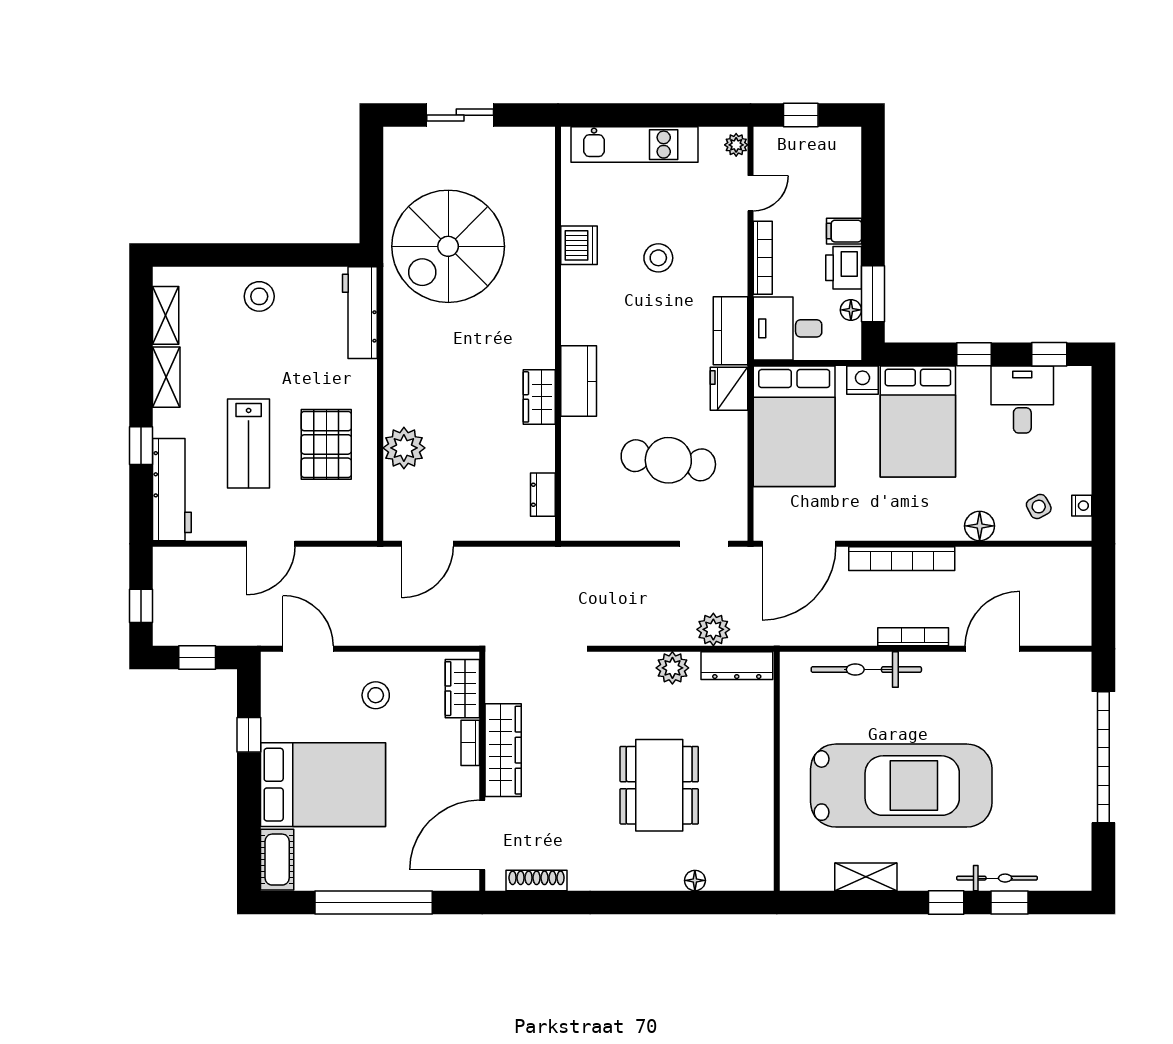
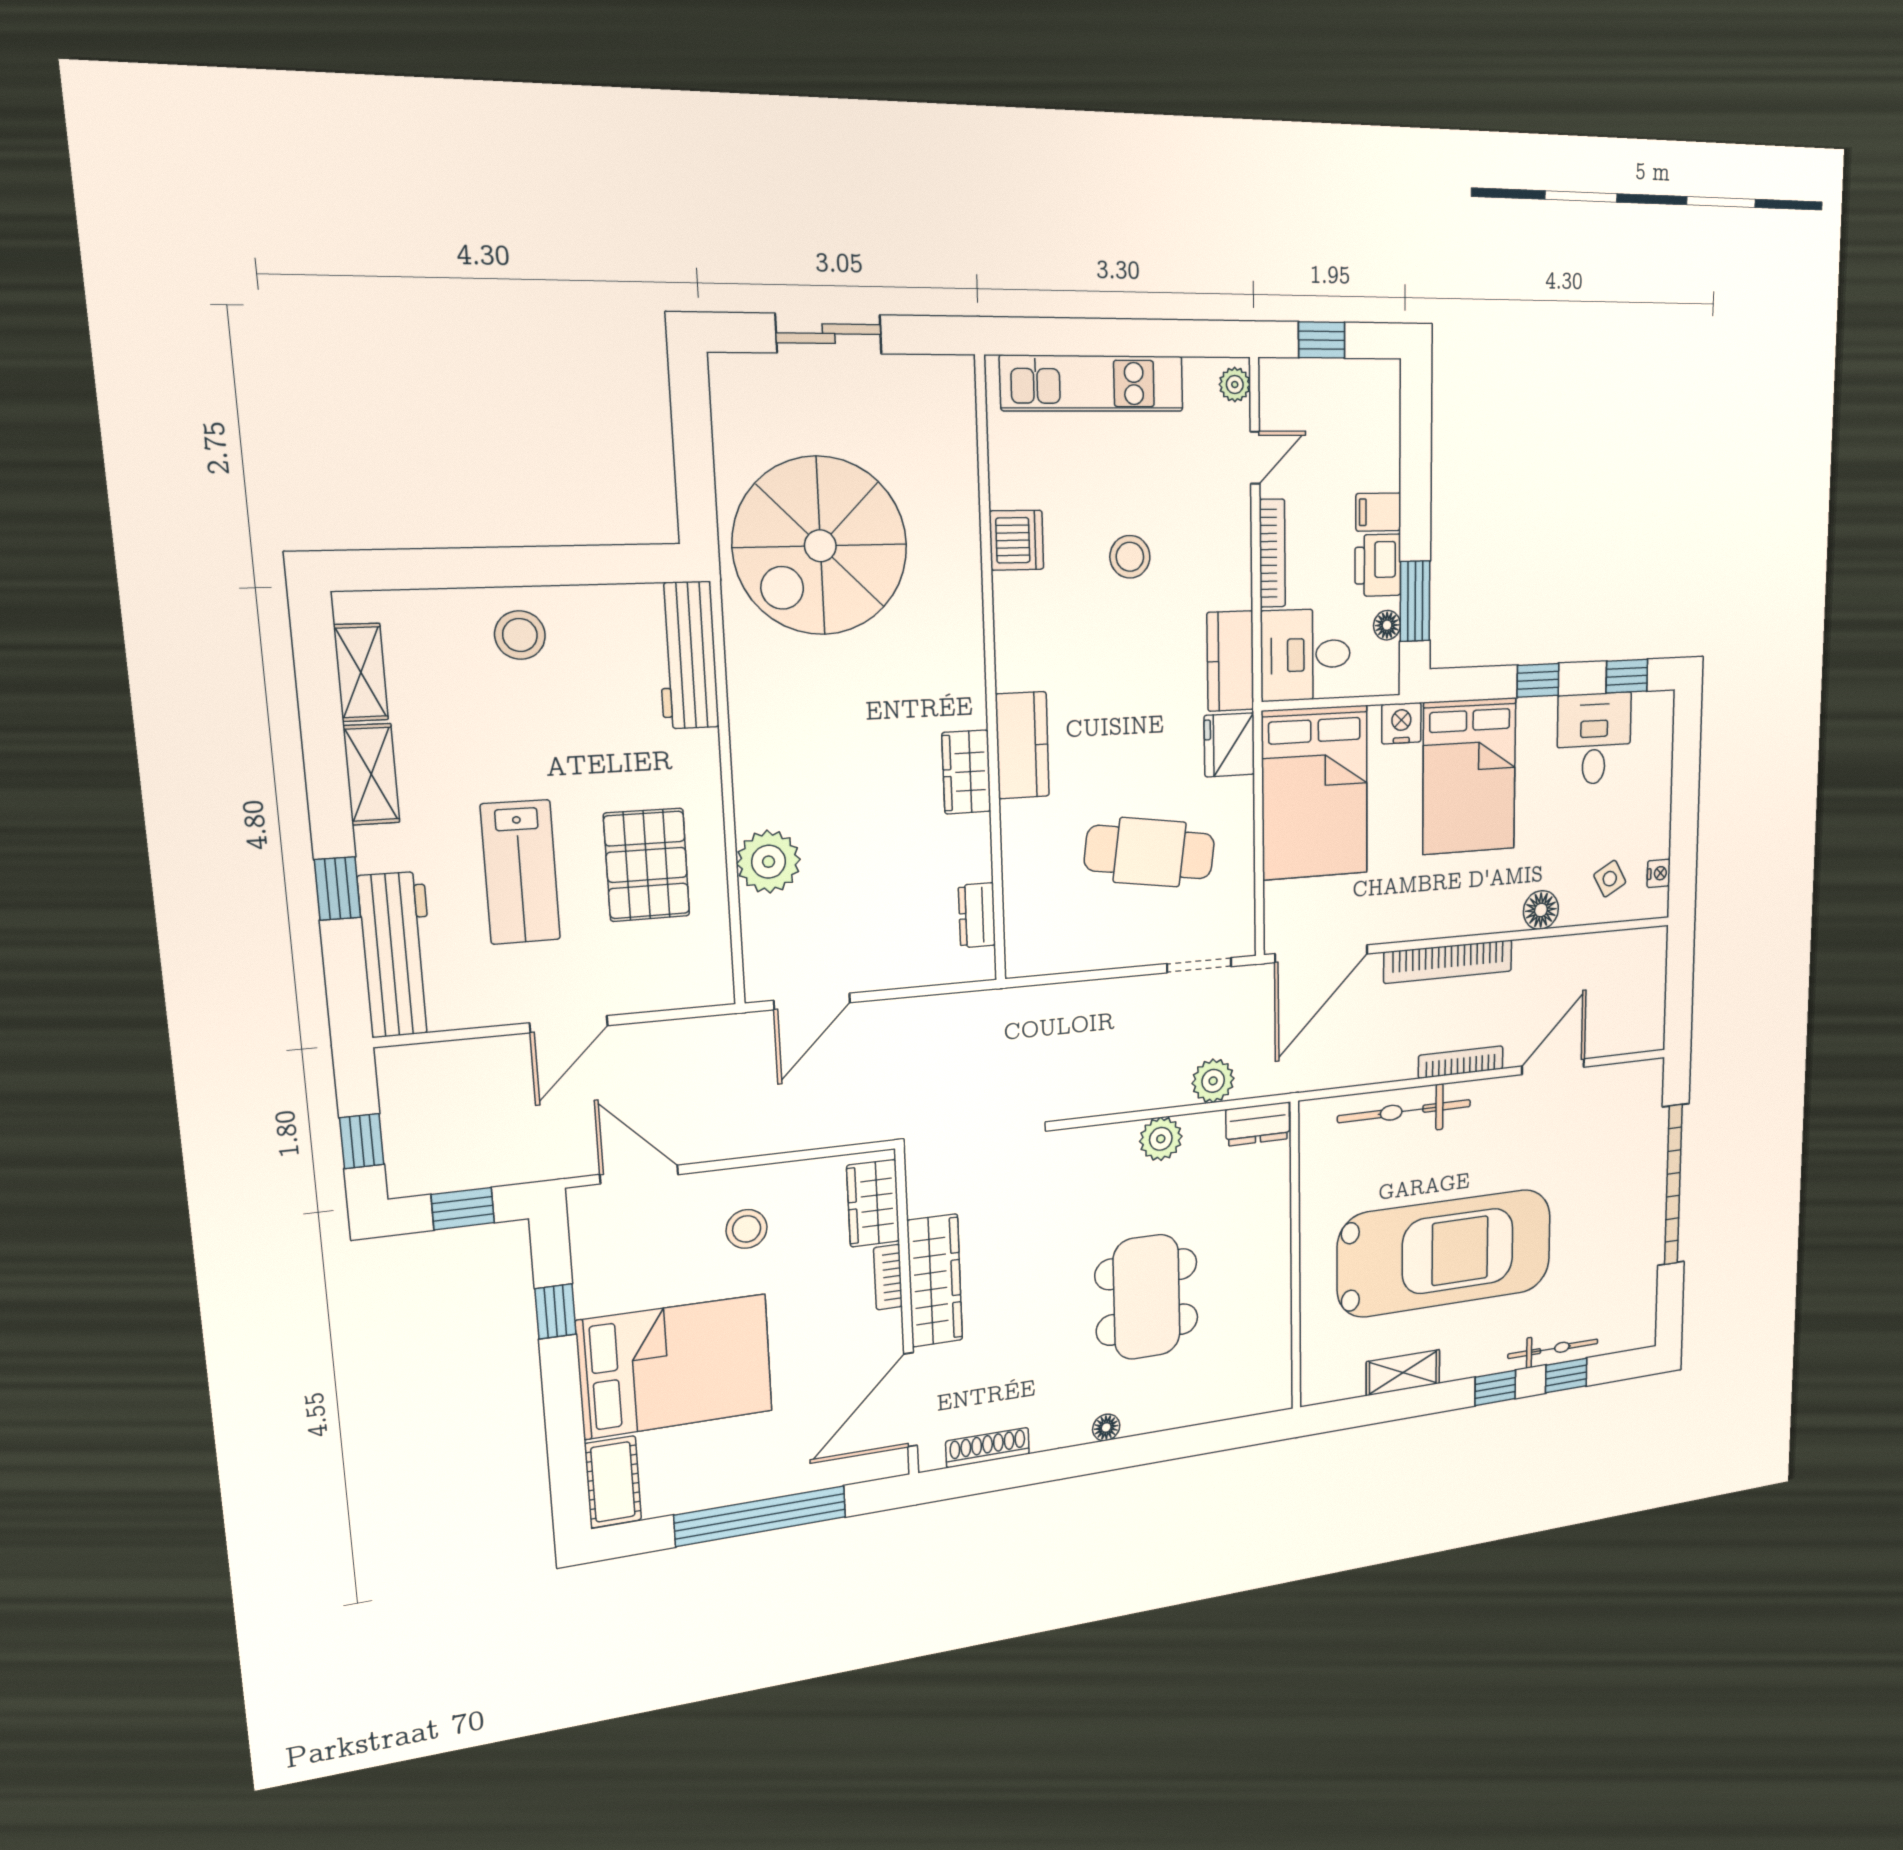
dresser: (737, 666) -> (1258, 1124), width x0.70
floor lamp: (695, 880) -> (1106, 1427), moved

